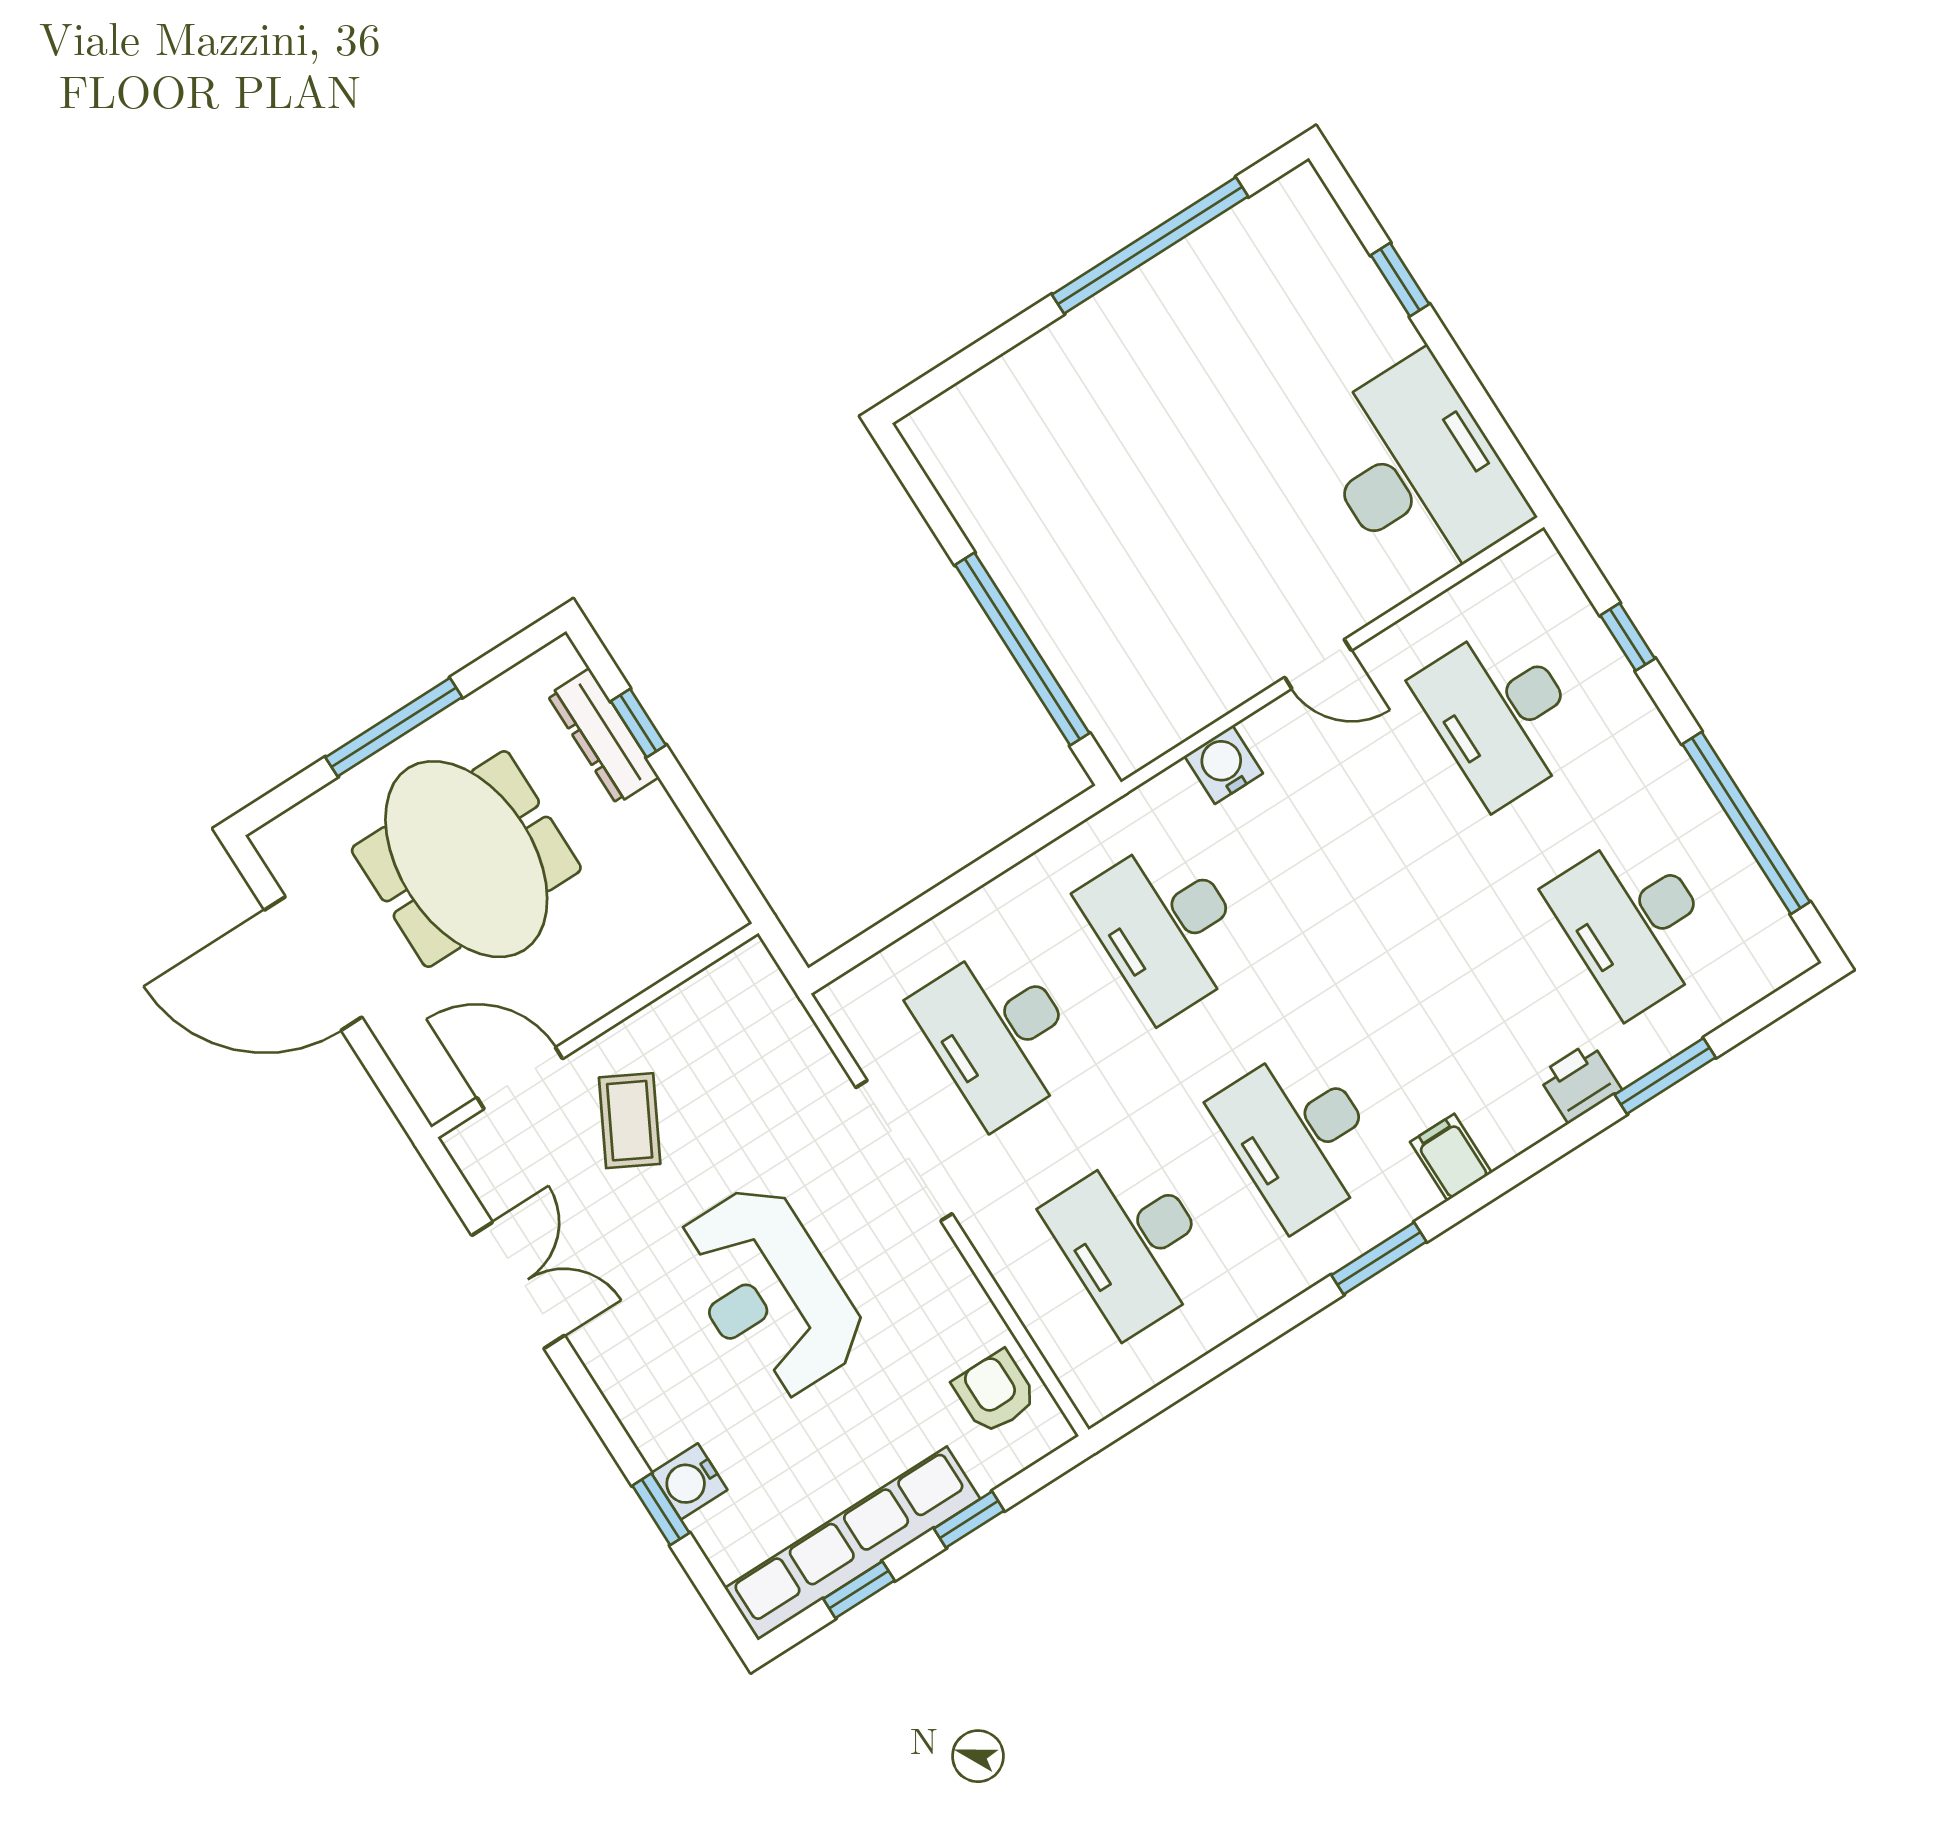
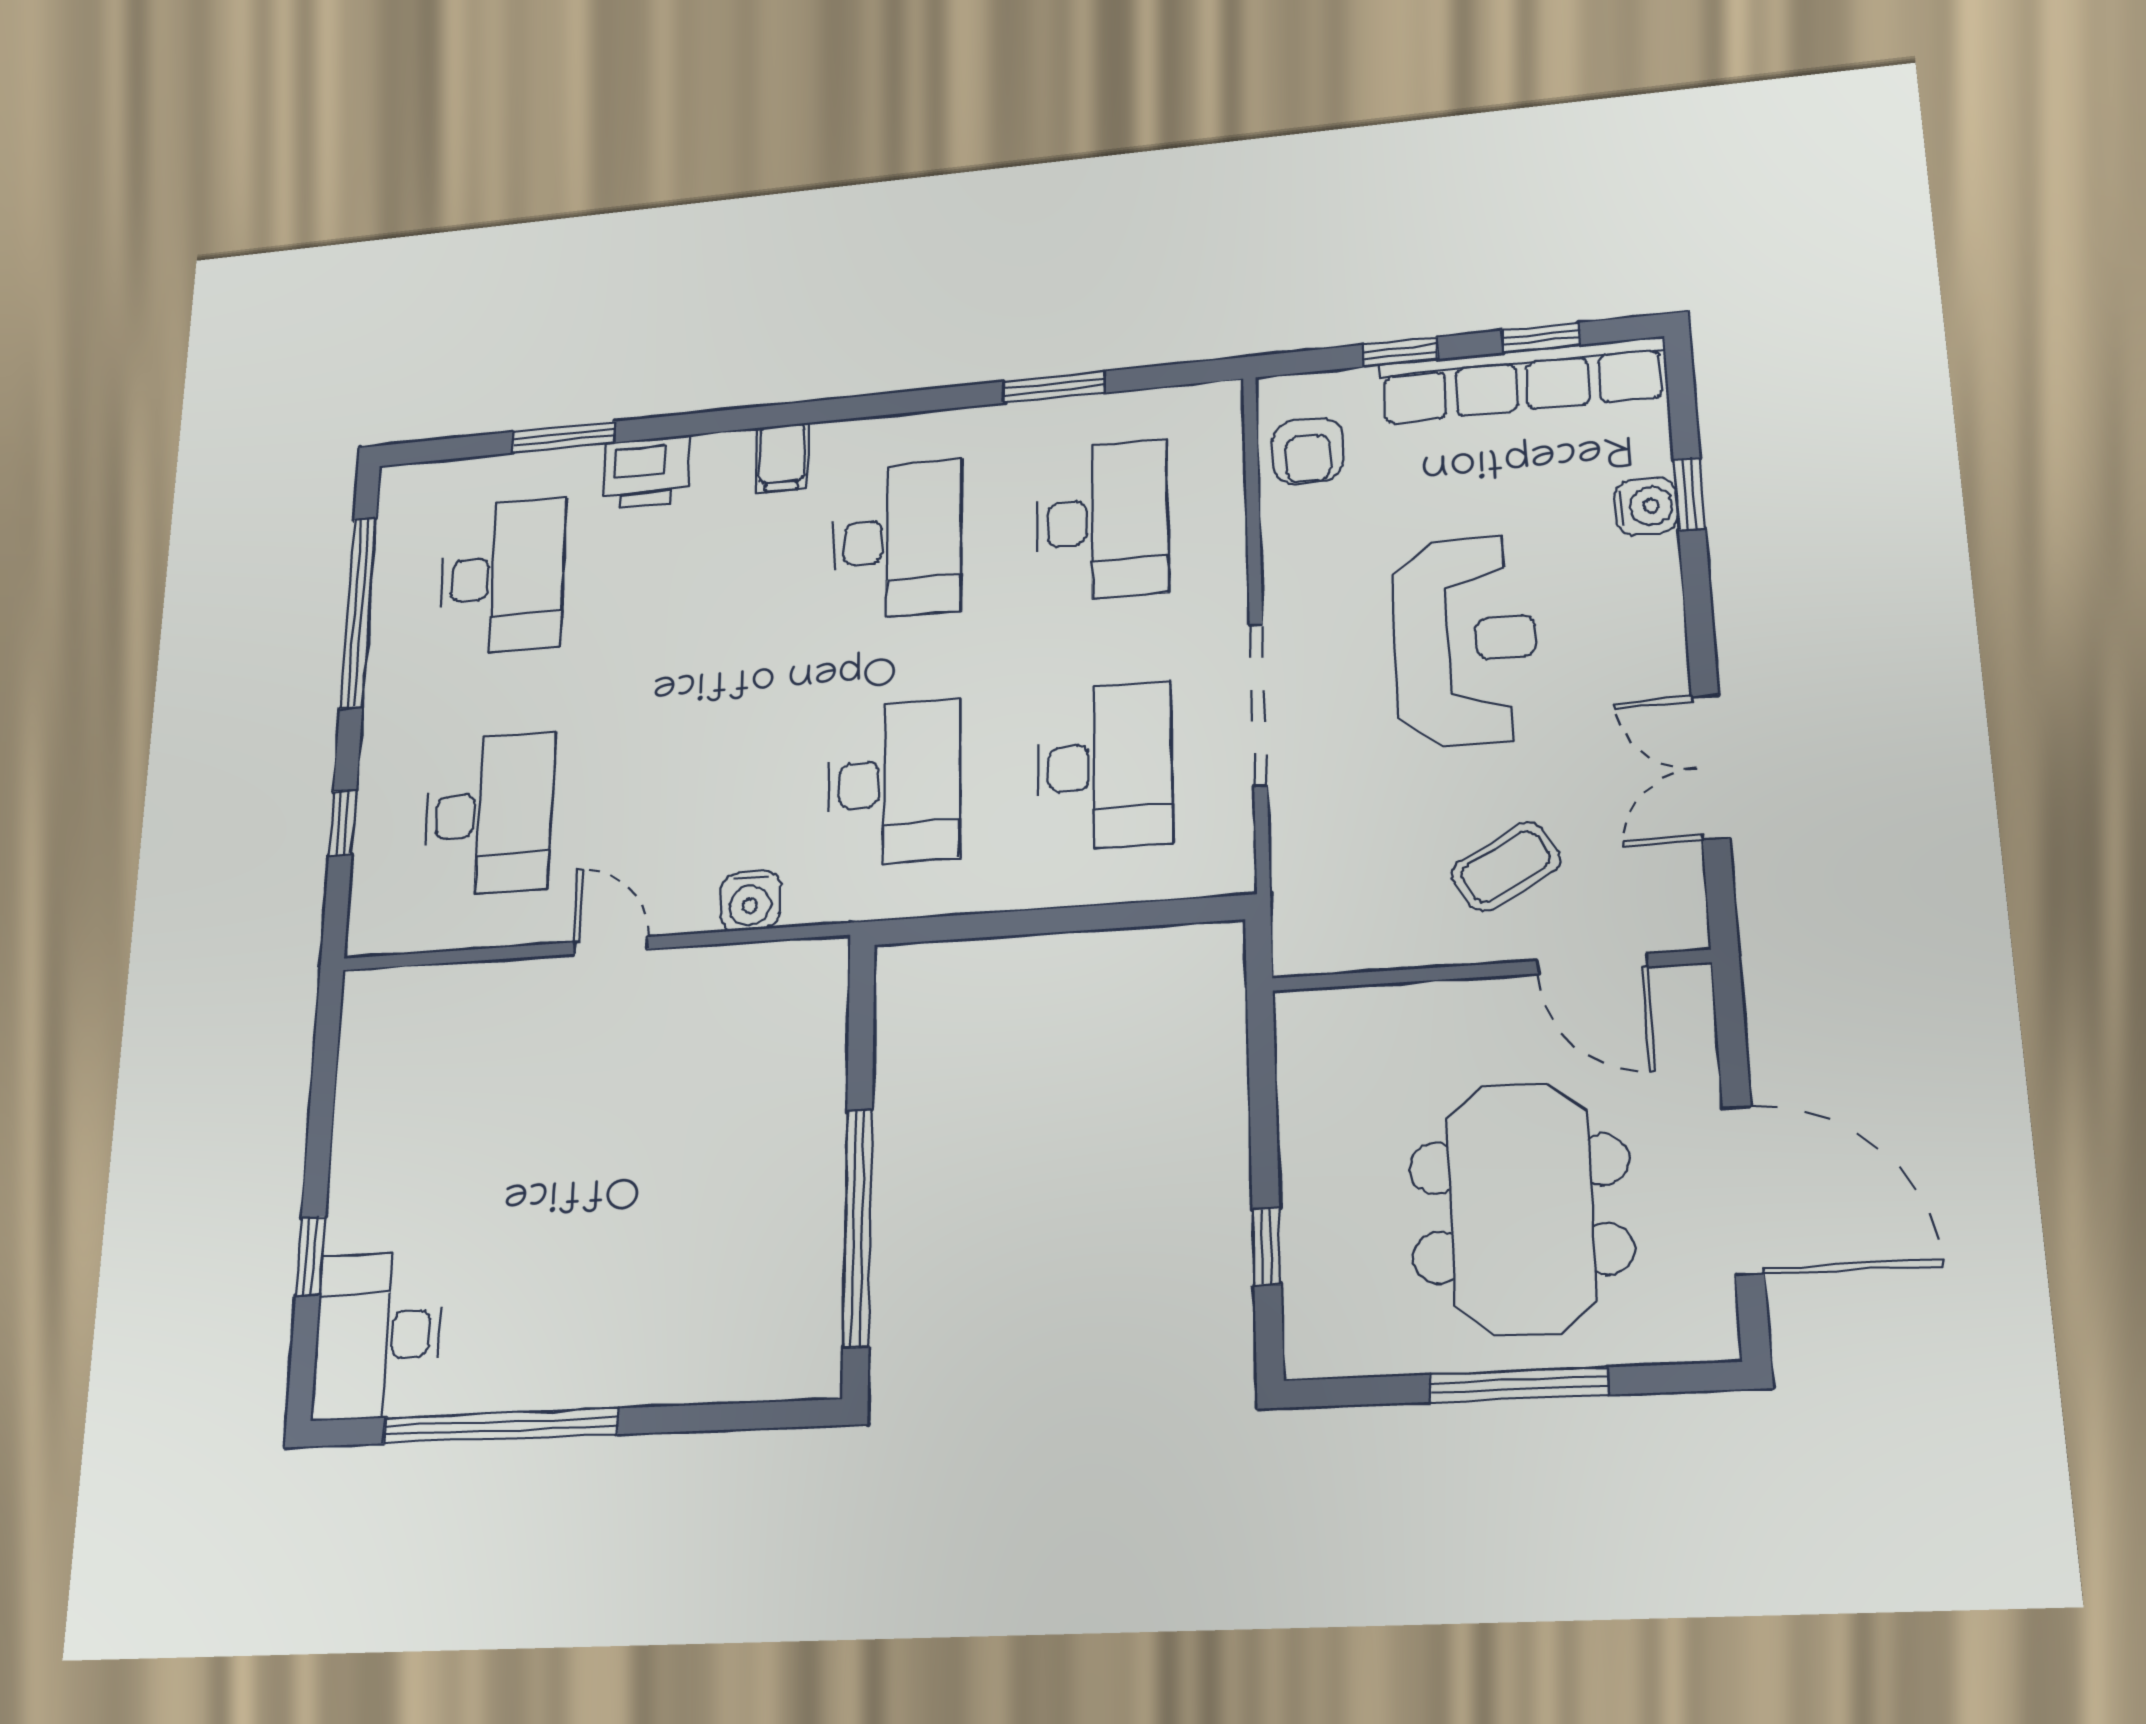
desk: (1418, 472) -> (377, 1336), moved, width x0.73, depth x0.77
window: (1022, 649) -> (858, 1227), moved
dresser: (603, 736) -> (1309, 1254), removed
printer: (1580, 1082) -> (647, 472), width x1.36, depth x1.24
coffee table: (630, 1121) -> (1506, 866), turned 33
window: (1379, 1258) -> (1054, 387), moved

